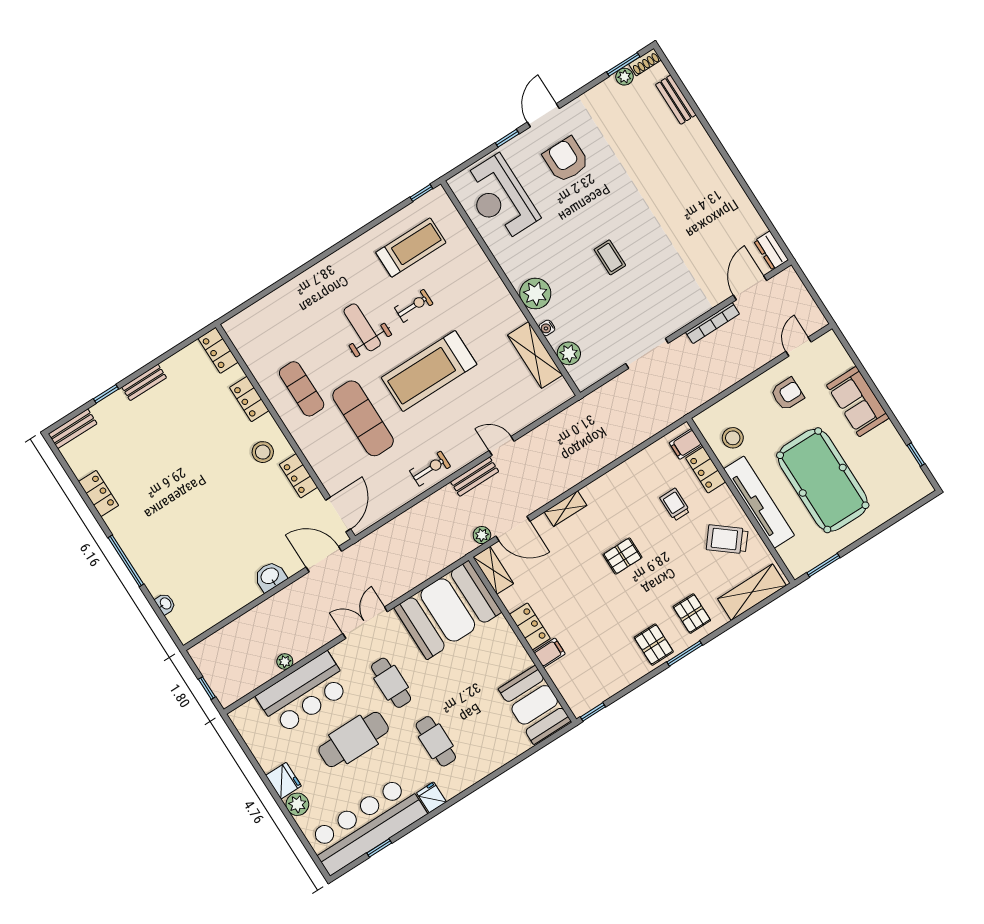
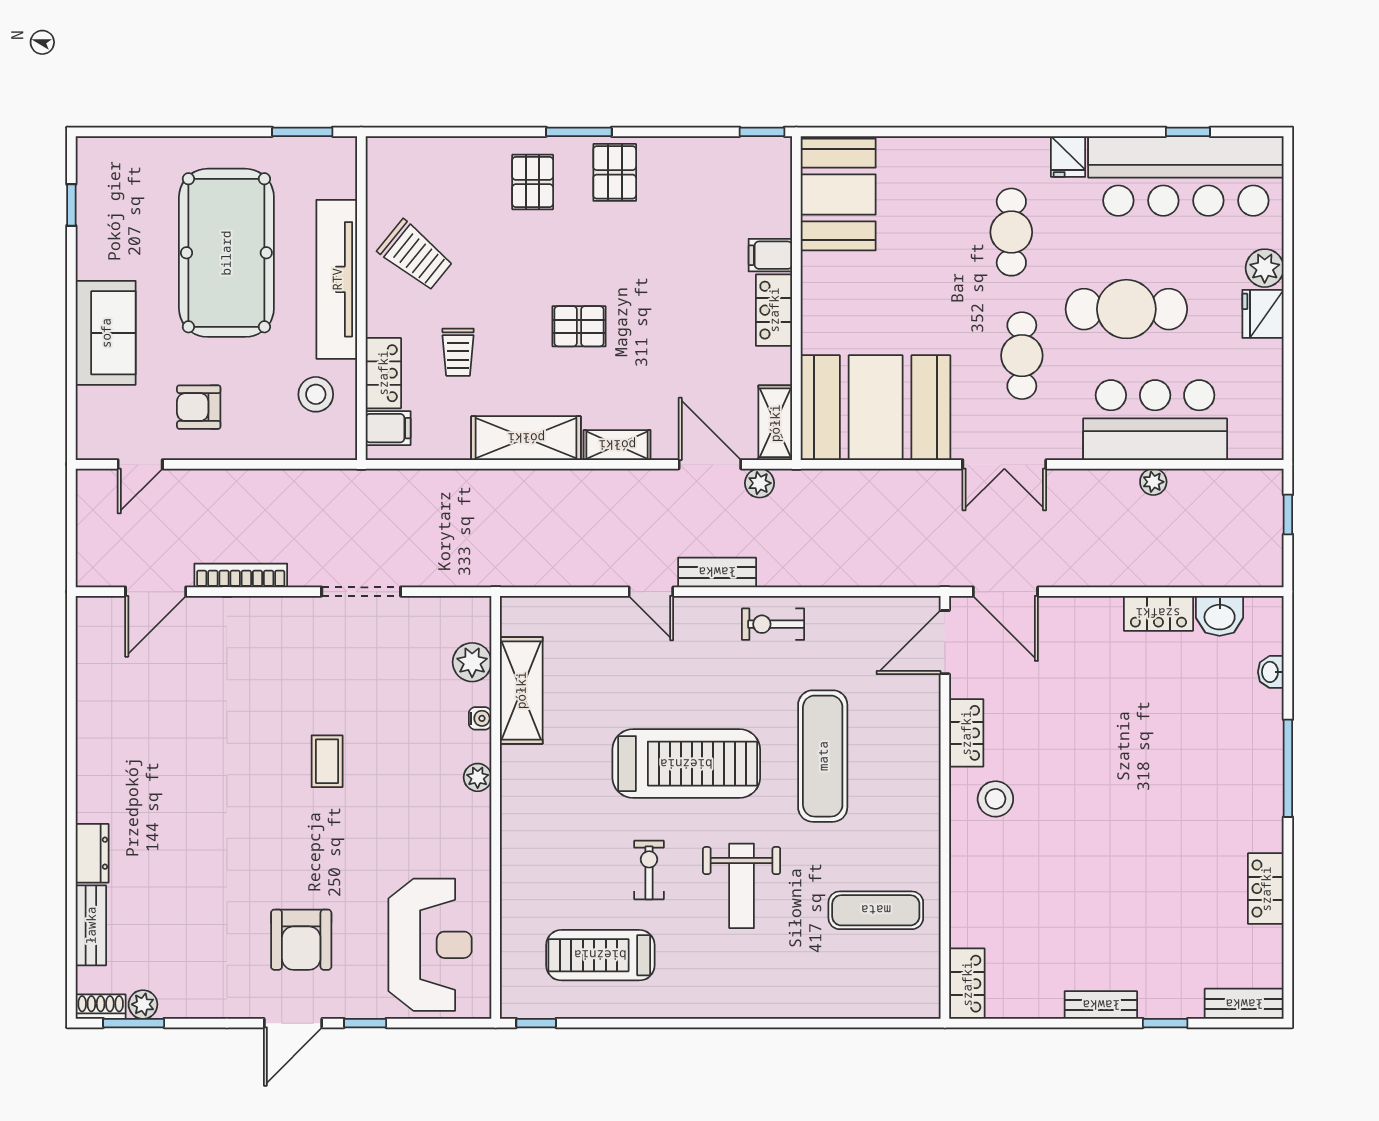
dresser: (771, 251) -> (92, 853), moved
plant: (535, 294) -> (478, 777), width x0.53, depth x0.53
exercise bike: (414, 306) -> (649, 870), turned 90
exercise mat: (302, 389) -> (876, 910), moved, turned 90
locker: (249, 399) -> (1158, 613), moved, turned 90
washbasin: (270, 576) -> (1220, 616), moved
shelving: (752, 592) -> (526, 438), moved

